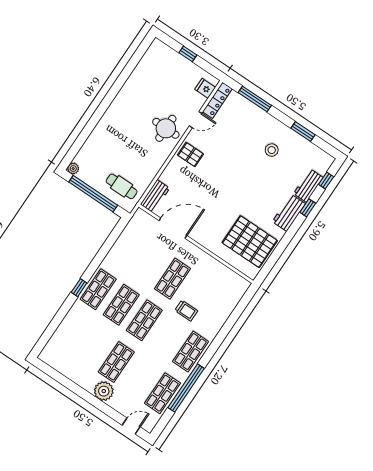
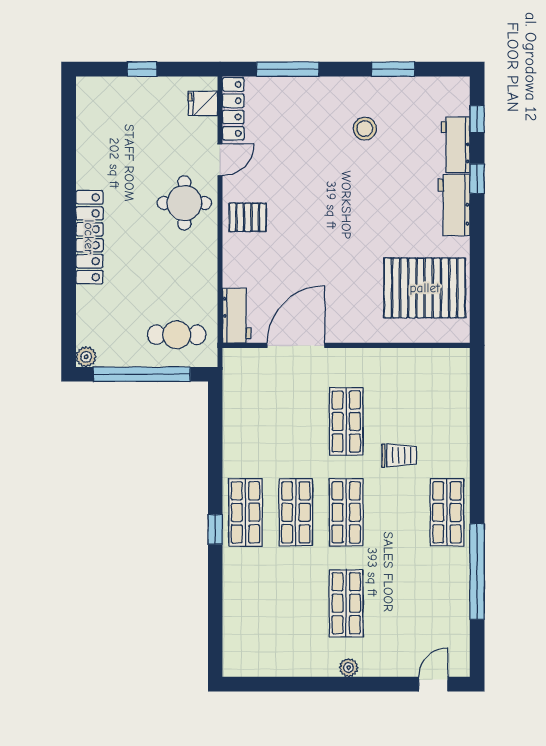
locker: (112, 115) -> (89, 237), added
plant: (104, 391) -> (349, 668), width x0.53, depth x0.53
shop shelf: (162, 393) -> (447, 603), removed

